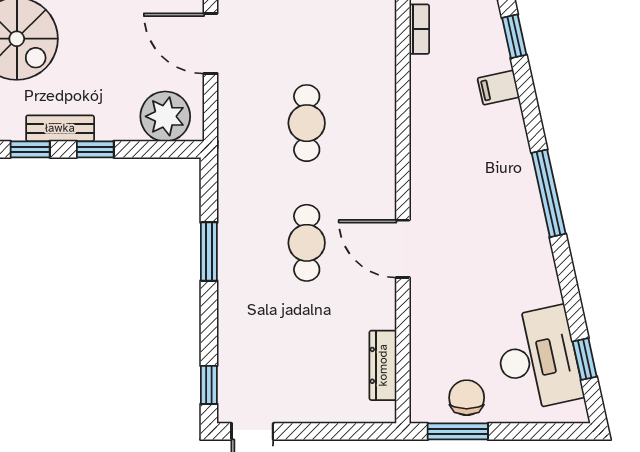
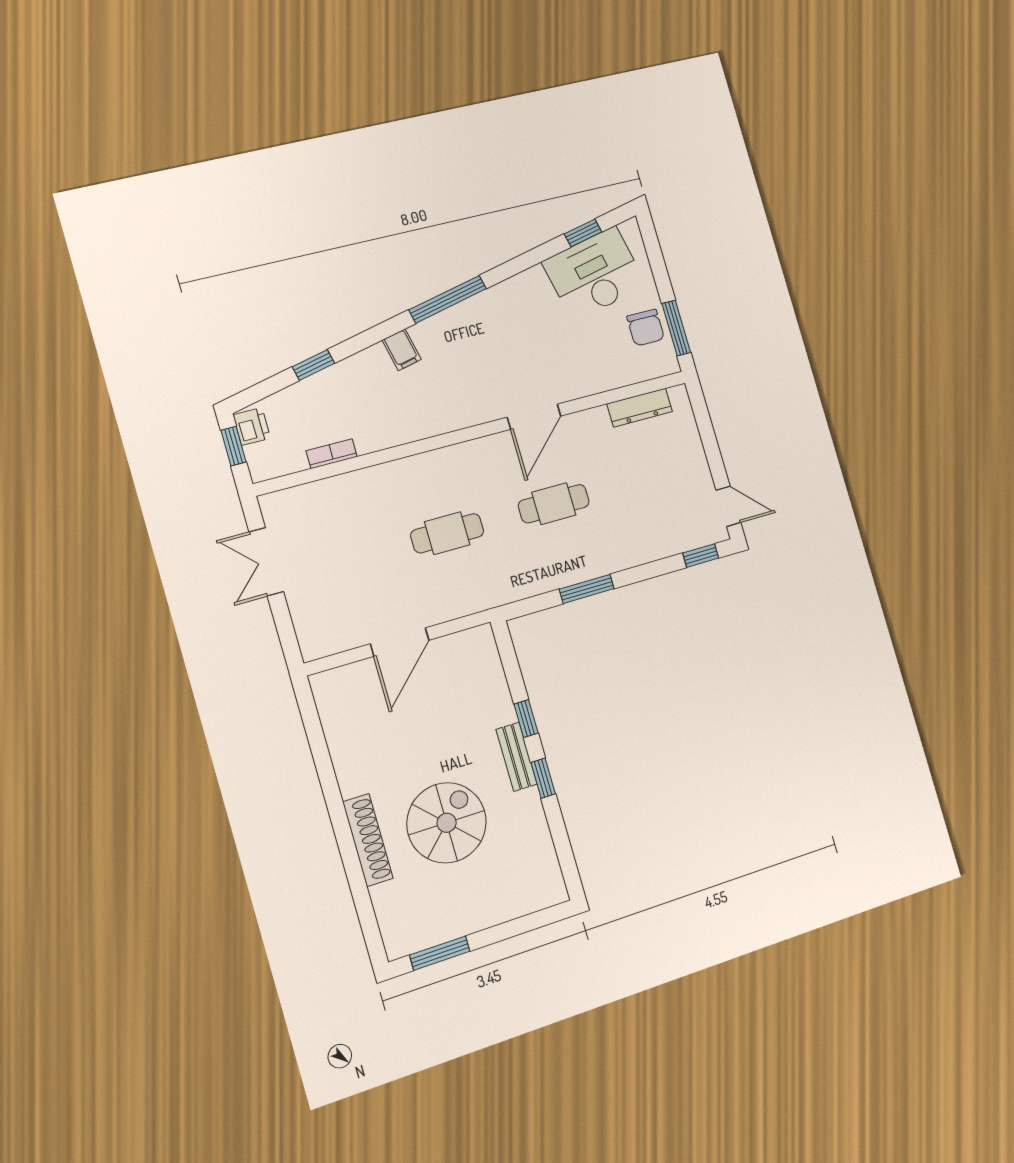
filing cabinet: (498, 88) -> (402, 350), moved
plant: (165, 116) -> (478, 664), removed
chair: (467, 398) -> (646, 328), turned -90

